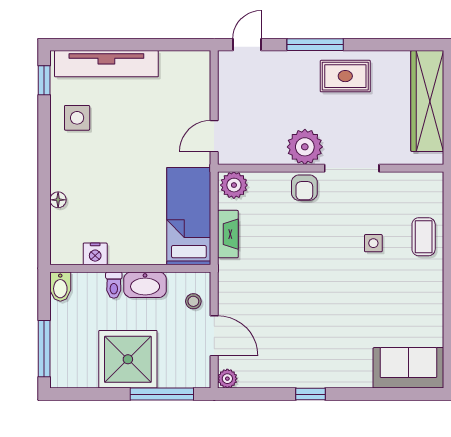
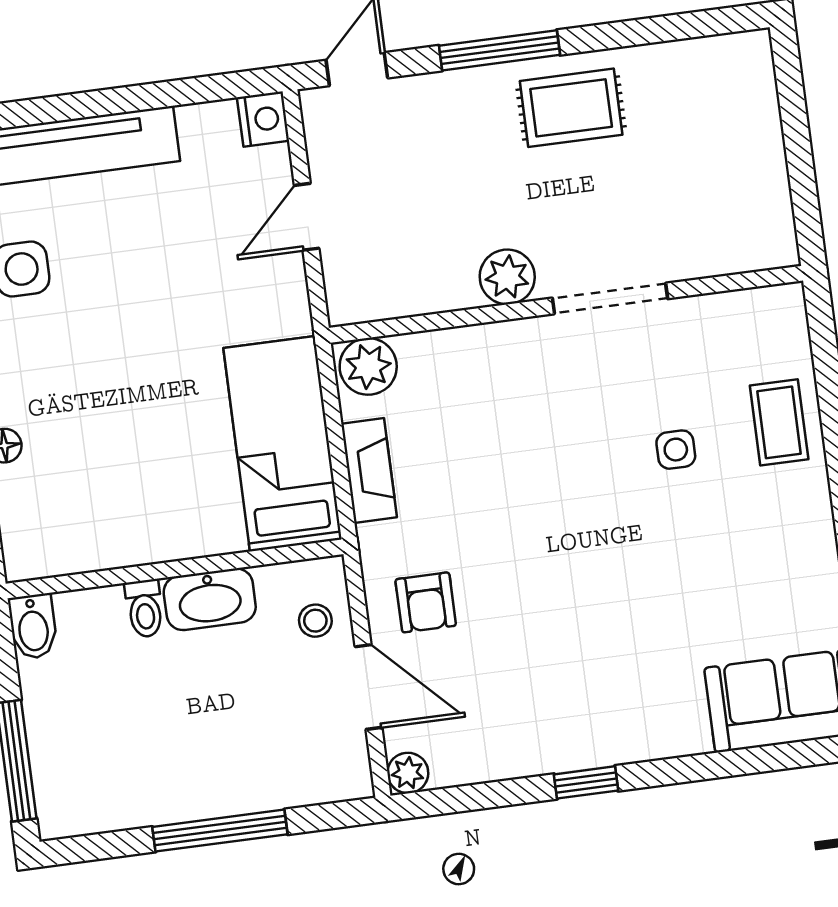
wardrobe: (427, 101) -> (750, 137), removed
door: (214, 136) -> (307, 217), moved
plant: (305, 147) -> (507, 277), width x0.73, depth x0.73
armchair: (304, 188) -> (426, 602), moved
nightstand: (95, 254) -> (263, 119), moved, turned -90
shower: (128, 359) -> (194, 760), removed
window: (162, 394) -> (220, 831), moved

